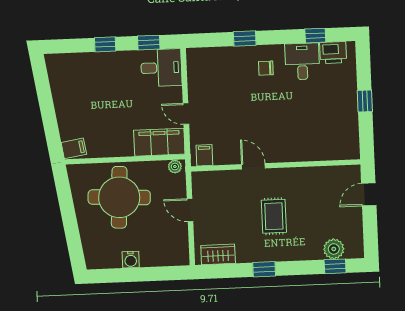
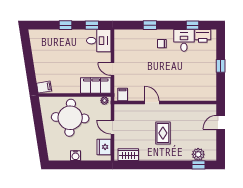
fridge: (177, 243) -> (104, 147), added
window: (264, 269) -> (156, 165), removed

